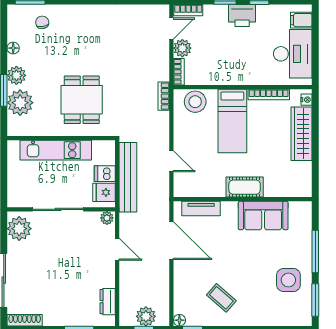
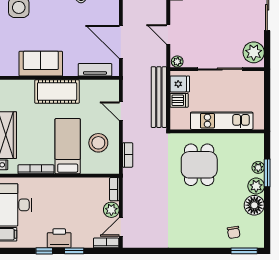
floor lamp: (13, 48) -> (254, 205), width x1.89, depth x1.89
bookcase: (164, 96) -> (128, 155), moved
stool: (195, 102) -> (98, 143), moved
plant: (20, 103) -> (258, 167), width x0.53, depth x0.53
cot: (245, 187) -> (57, 92), width x1.37, depth x1.34

